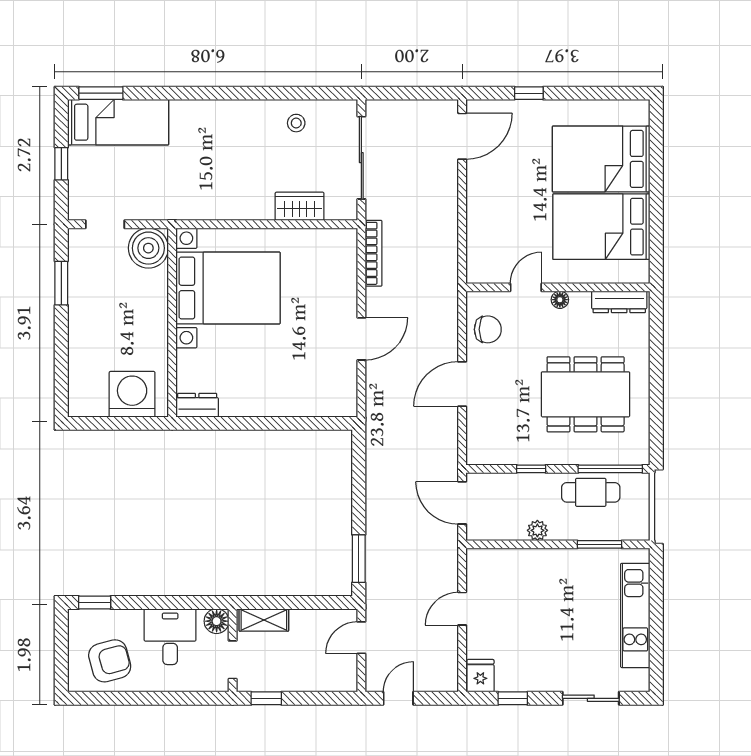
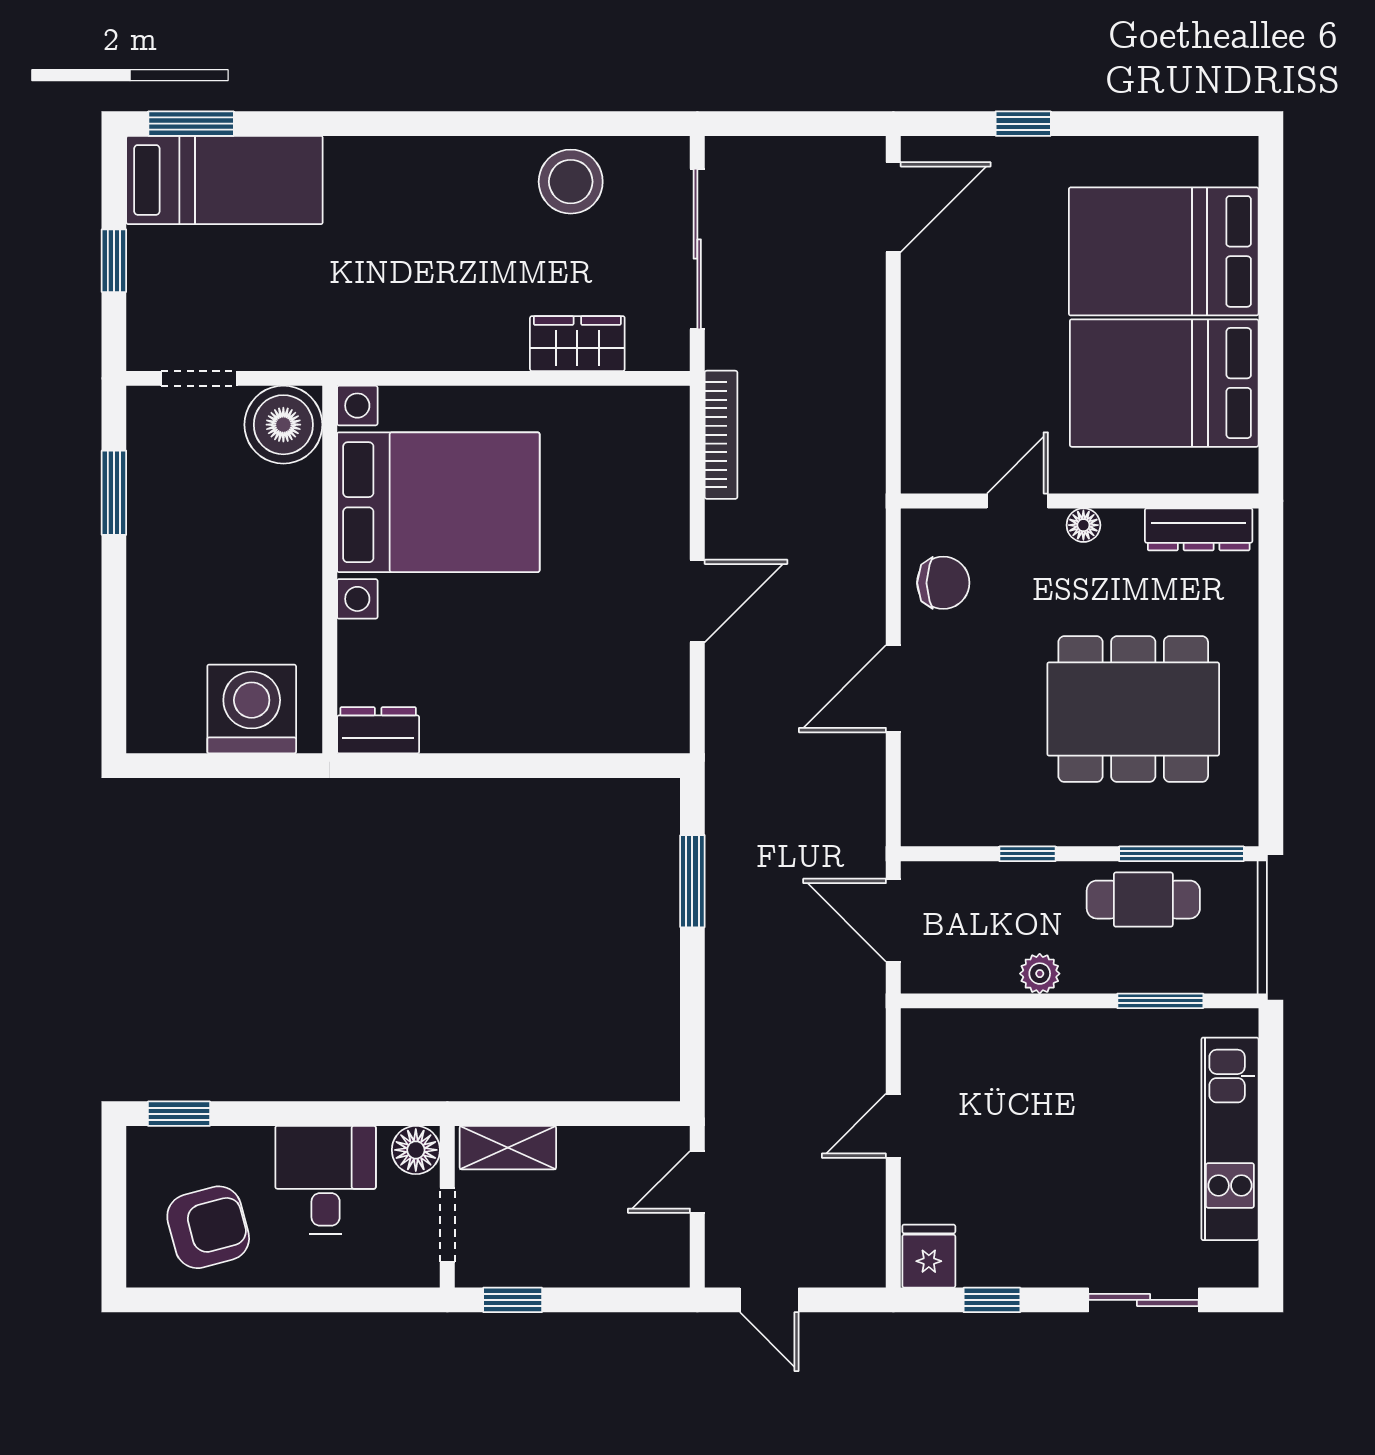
stool: (296, 123) -> (571, 182), width x1.89, depth x1.89
window: (359, 559) -> (692, 881), moved
door: (398, 698) -> (769, 1300), swing flipped

